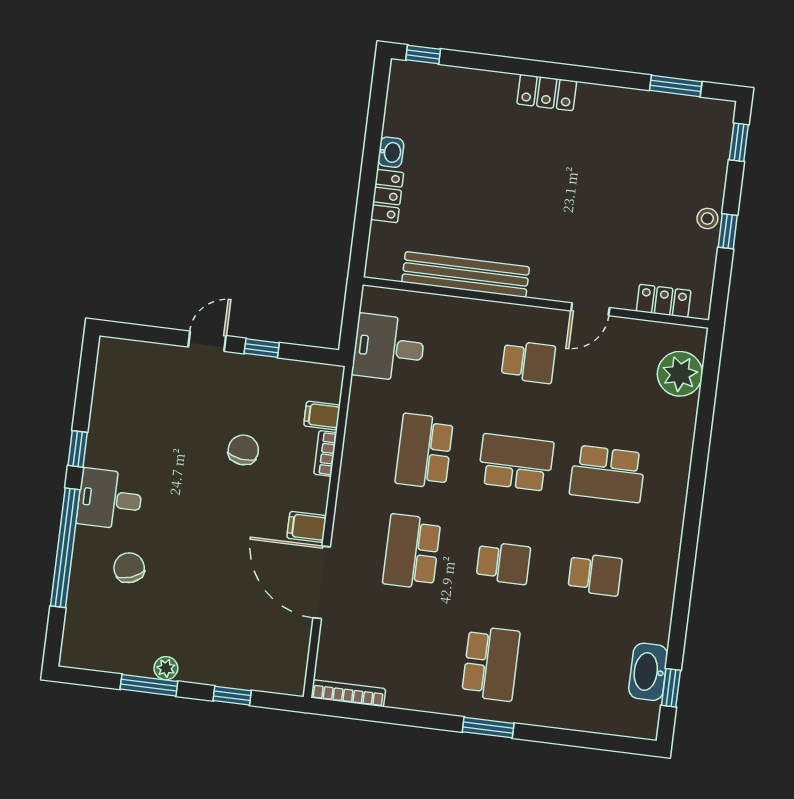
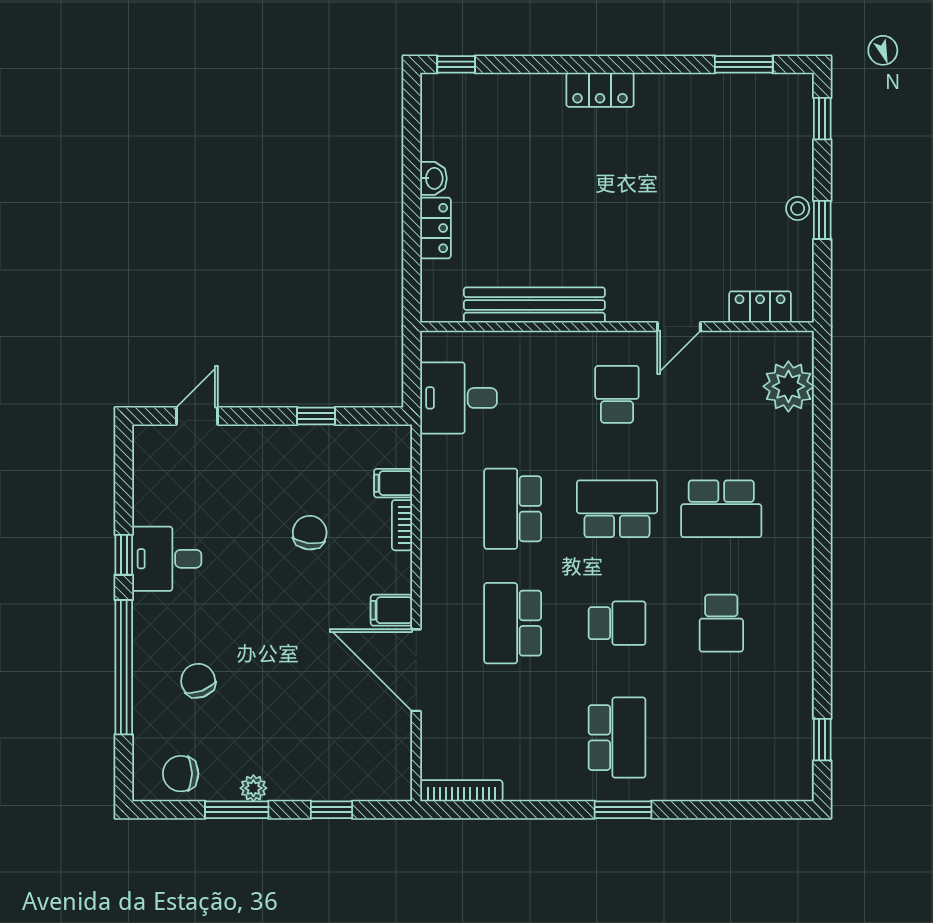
door: (207, 341) -> (197, 416), moved
school desk: (528, 362) -> (617, 394), turned -90
desk: (110, 499) -> (167, 559), moved
school desk: (595, 574) -> (721, 623), turned 90
chair: (104, 647) -> (181, 774), added
washbasin: (648, 672) -> (795, 725), removed

